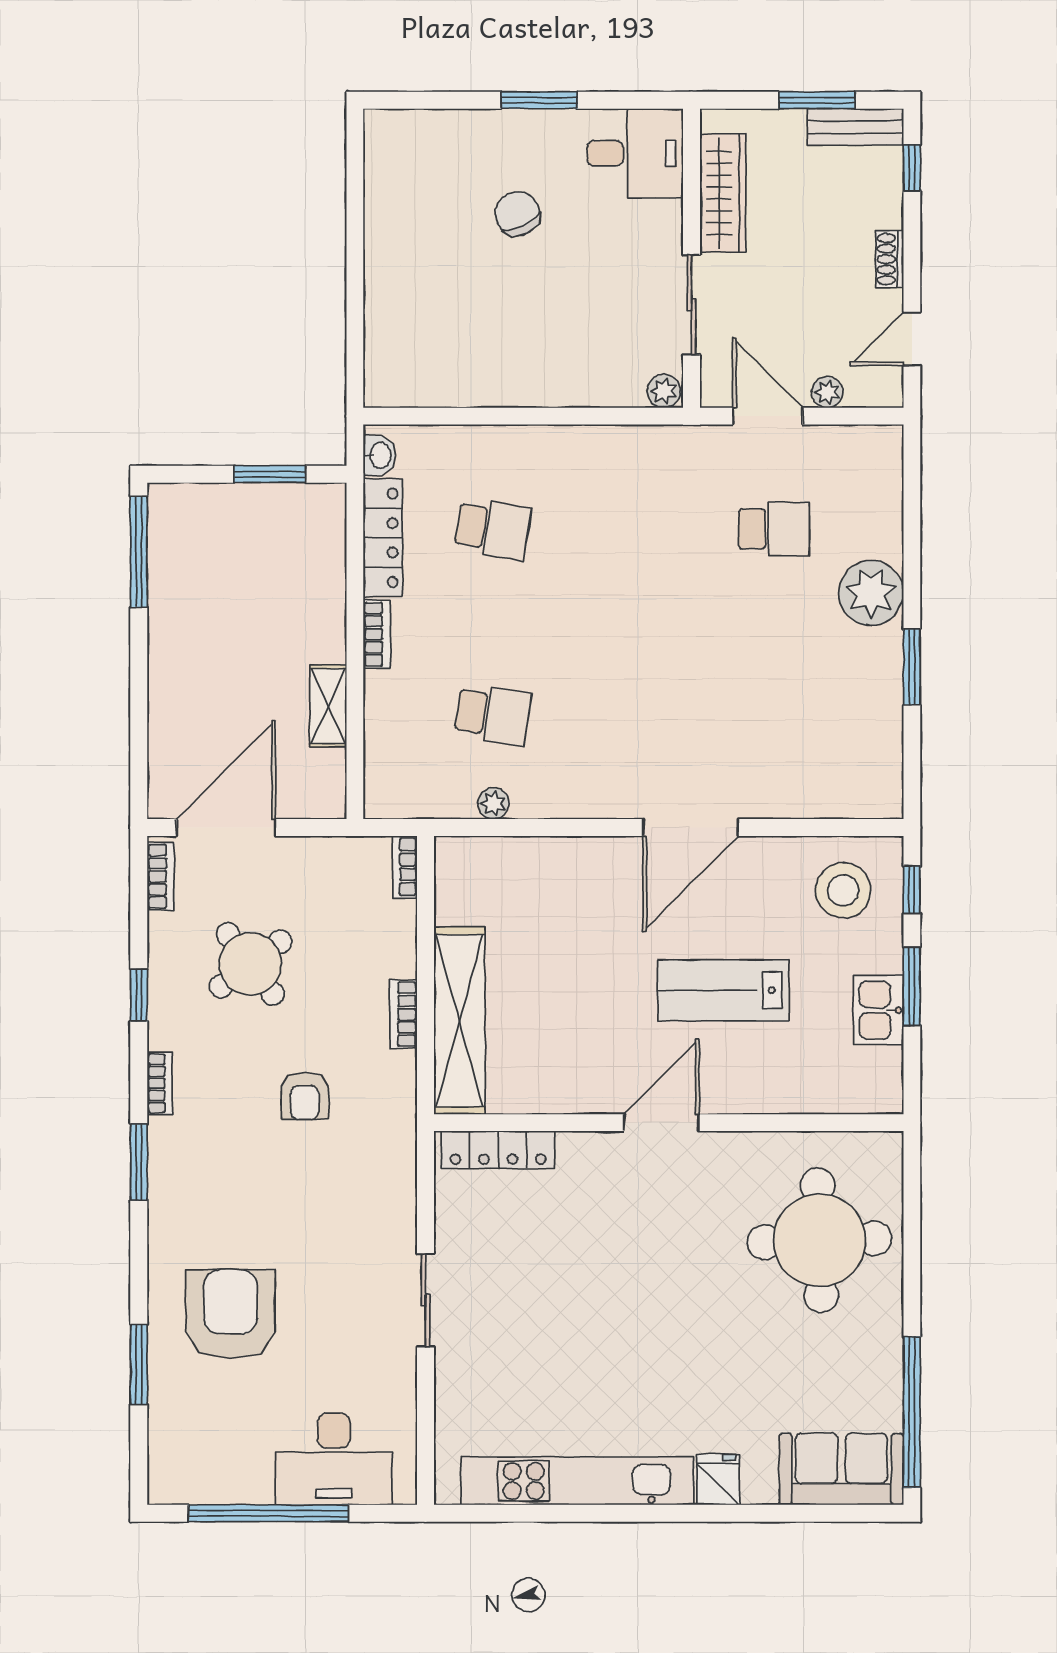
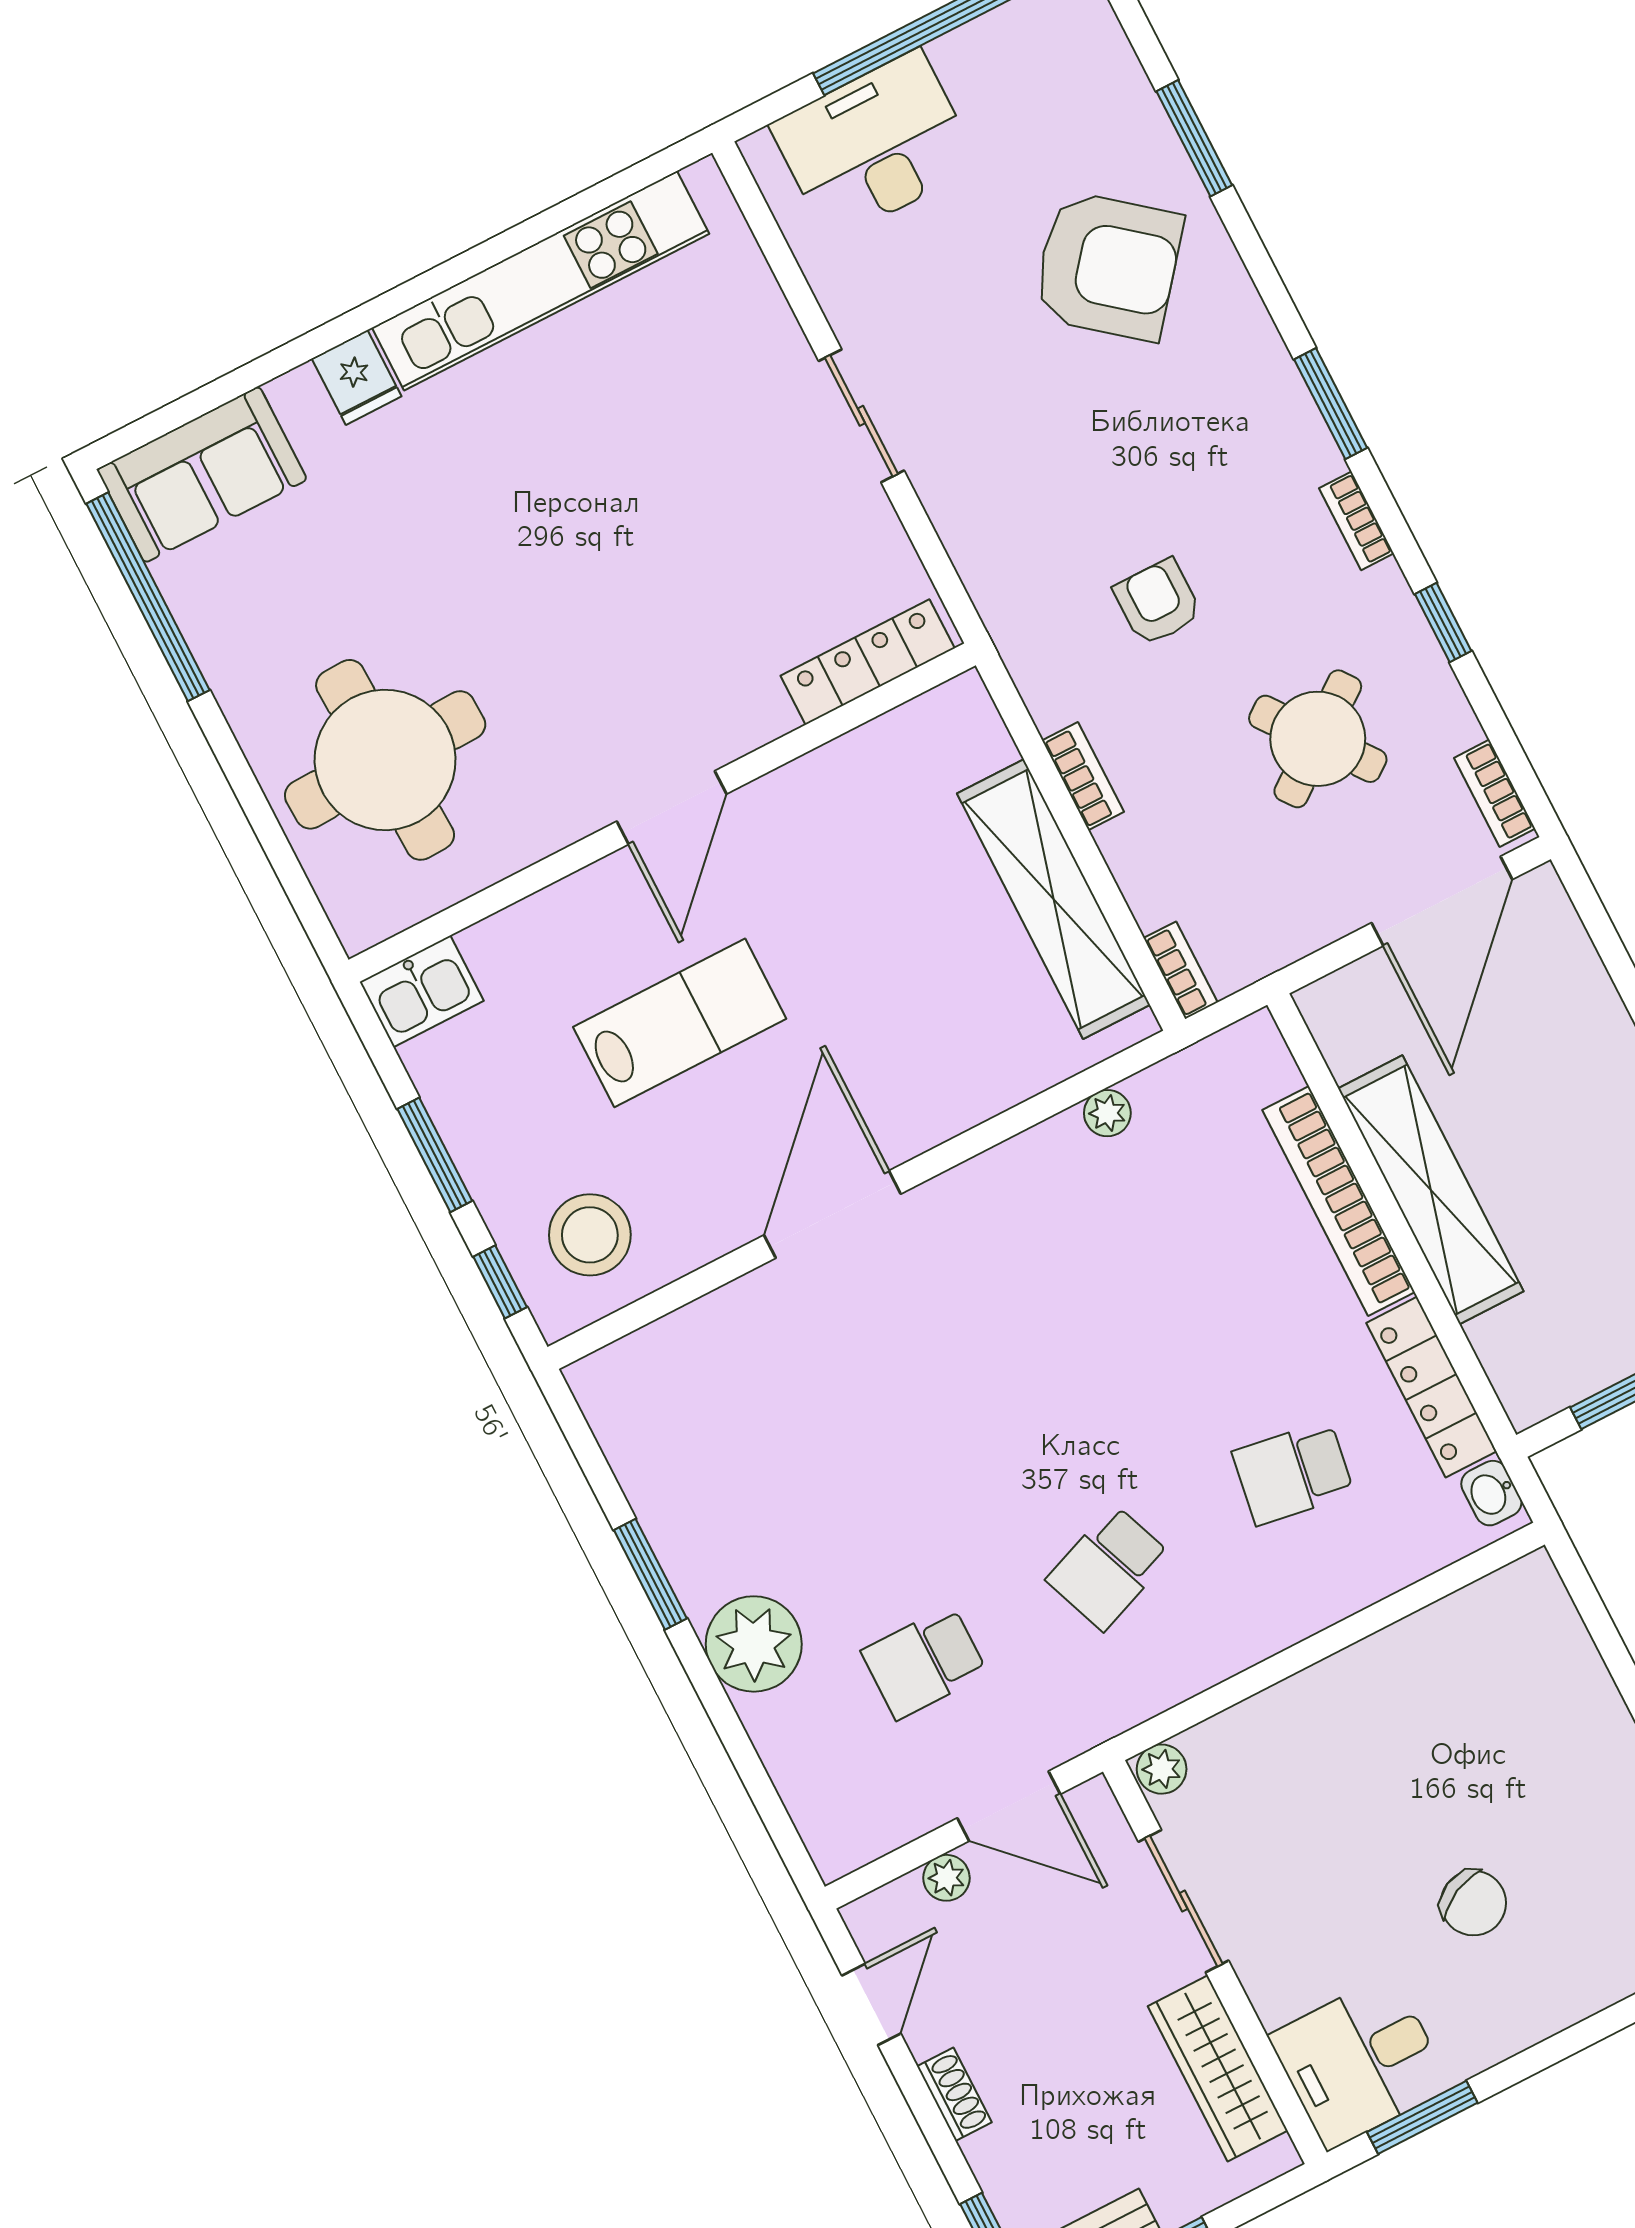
window: (539, 100) -> (1422, 2117), moved
bookcase: (377, 634) -> (1339, 1201), width x2.31, depth x1.31
shelving: (328, 706) -> (1431, 1190), width x2.20, depth x1.33
school desk: (493, 715) -> (1109, 1568), moved, turned -30
kitchen sink: (878, 1010) -> (422, 991), moved, turned 90
shelving: (459, 1021) -> (1054, 899), moved
armchair: (230, 1314) -> (1108, 266), turned -51

